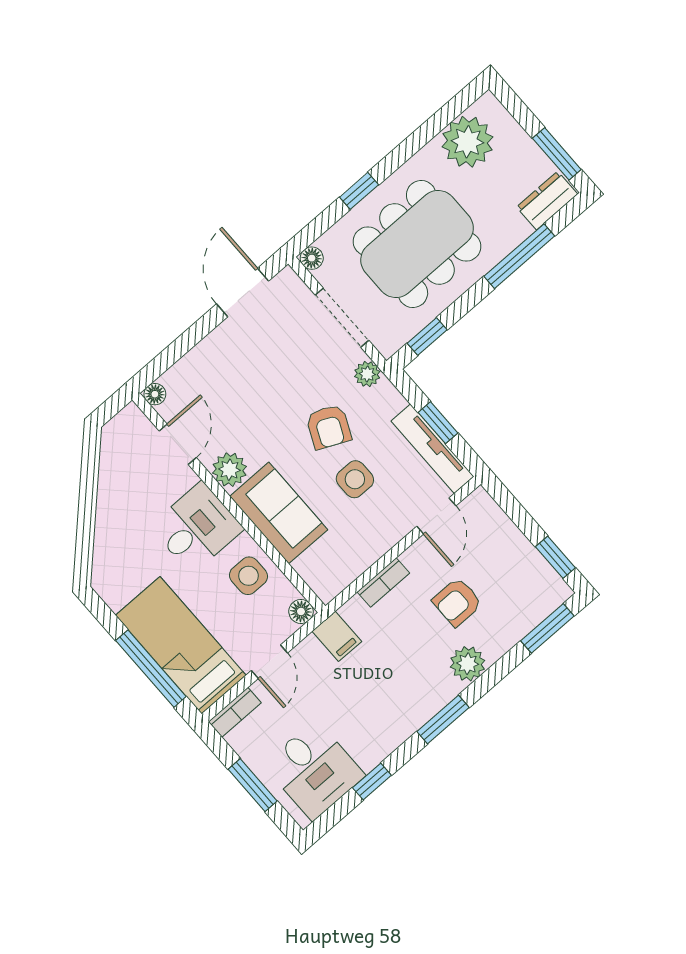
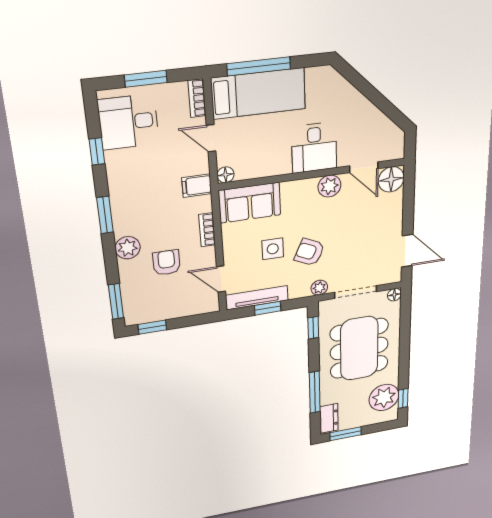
window: (359, 191) -> (403, 398), moved
floor lamp: (155, 394) -> (391, 179), width x1.89, depth x1.89
sofa: (279, 513) -> (250, 203), moved
side table: (248, 576) -> (267, 159), removed

